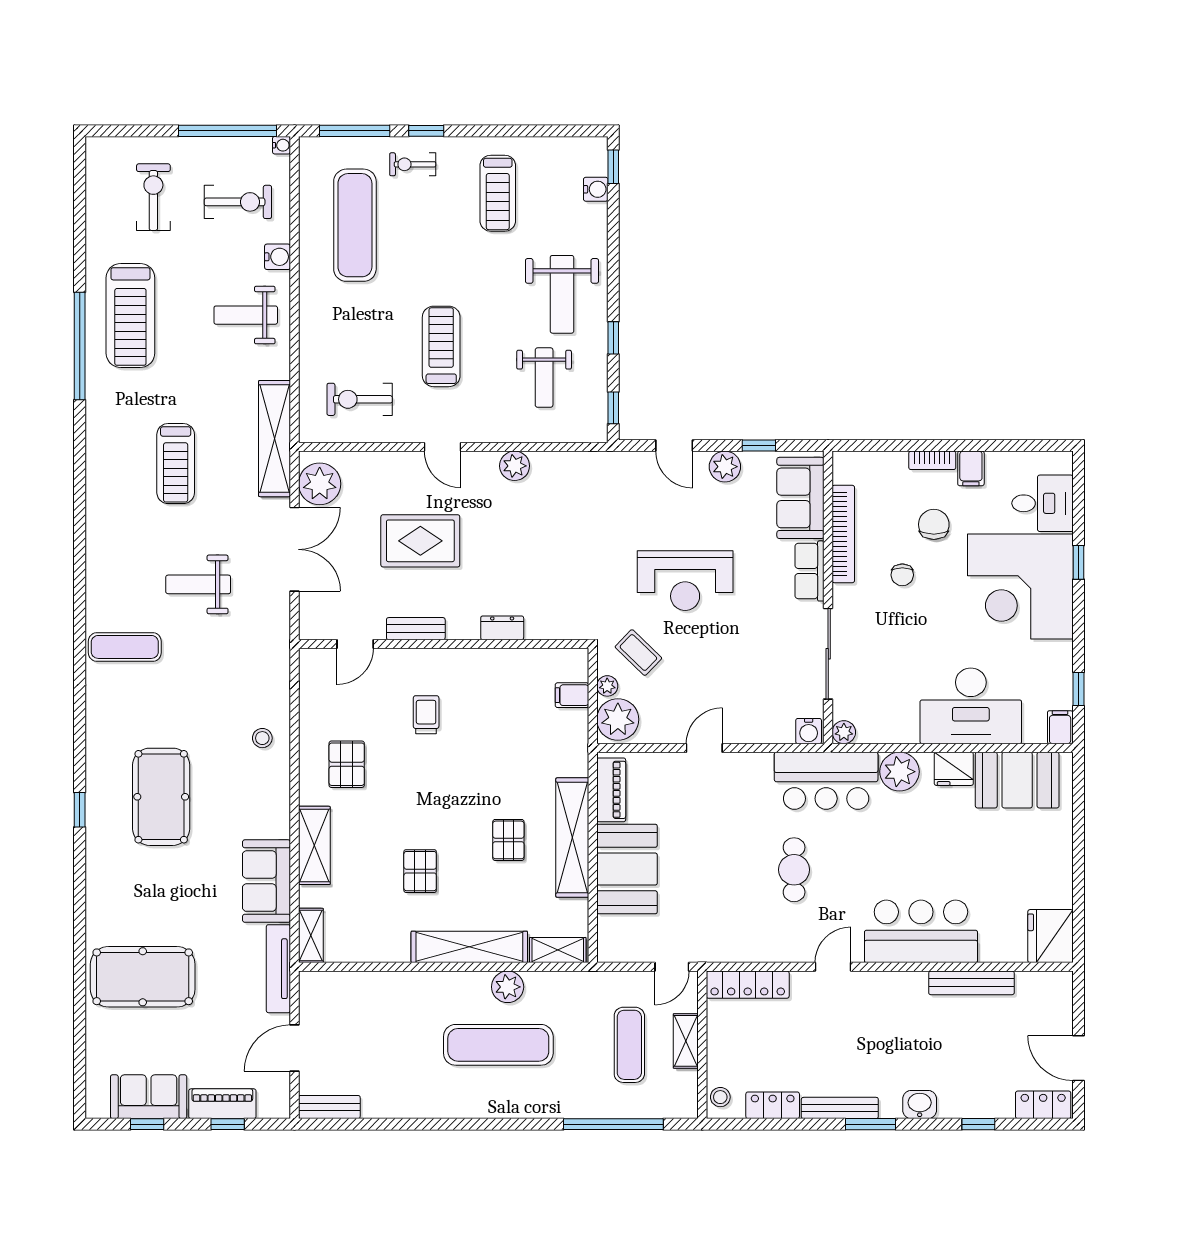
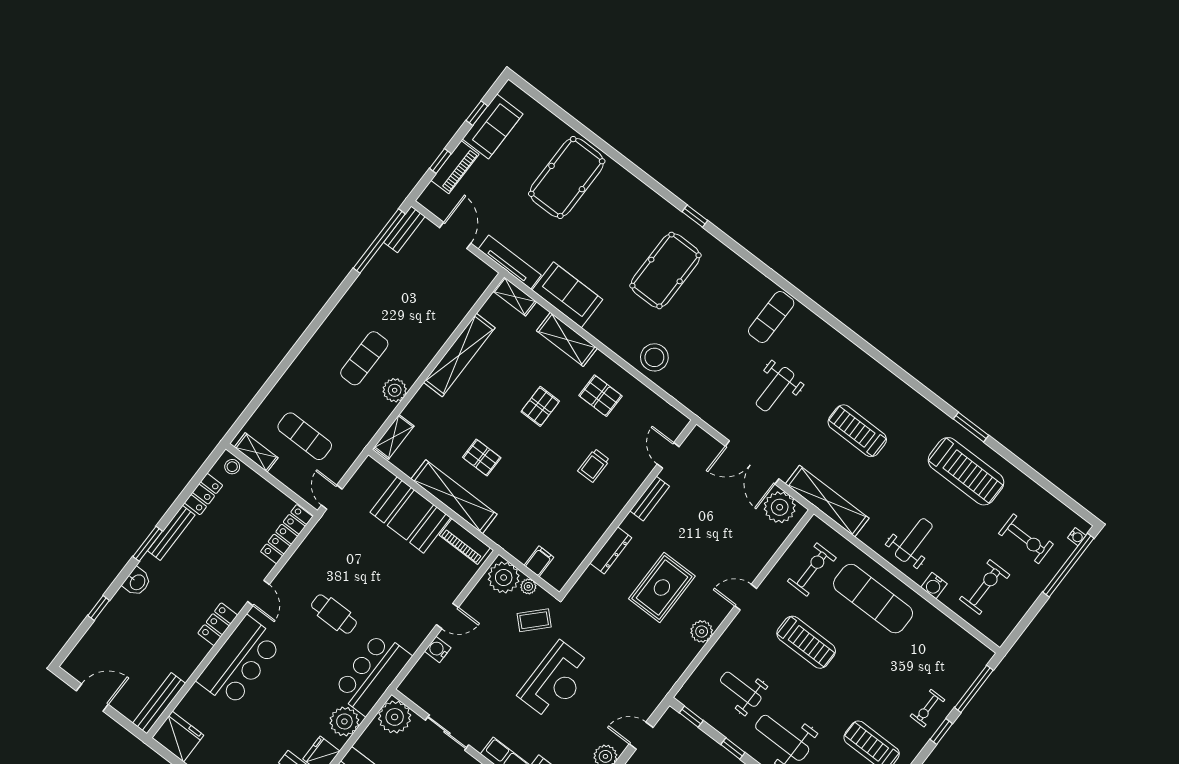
window: (228, 131) -> (1068, 565), moved
water cooler: (281, 145) -> (1077, 537), moved, turned -90
exercise bike: (413, 164) -> (928, 708), turned 180
exercise bike: (238, 202) -> (985, 587), turned 180
exercise mat: (355, 225) -> (873, 599), moved
treadmill: (130, 315) -> (966, 471), turned 180
window: (80, 346) -> (971, 427), width x0.47
rug: (420, 541) -> (662, 587), moved
reception desk: (685, 581) -> (556, 681), turned 180
weight bench: (198, 584) -> (775, 389), turned 180
dresser: (502, 628) -> (611, 550), width x1.44
sliding door: (828, 654) -> (447, 733), width x0.73
trolley: (426, 715) -> (594, 465), turned 90
water cooler: (809, 731) -> (438, 649), moved
plant: (844, 732) -> (395, 717), width x1.88, depth x1.88
stool: (262, 738) -> (654, 357), width x1.89, depth x1.89
door: (704, 748) -> (447, 616), hinge flipped
pool table: (161, 797) -> (665, 270), turned 90
pallet: (420, 871) -> (540, 406), moved, turned 90
shelving: (469, 947) -> (459, 355), moved
bench: (971, 983) -> (159, 703), moved
shelving: (686, 1041) -> (256, 452), moved
exercise mat: (498, 1045) -> (364, 358), width x0.73, depth x0.69
locker: (1043, 1105) -> (218, 624), moved, turned 180
window: (613, 1124) -> (379, 241), moved

